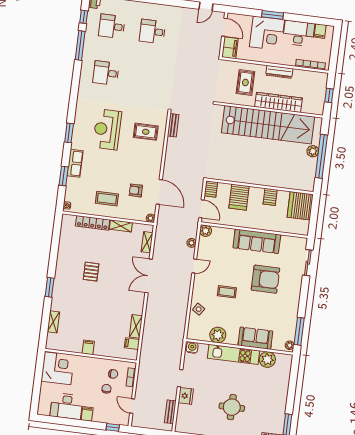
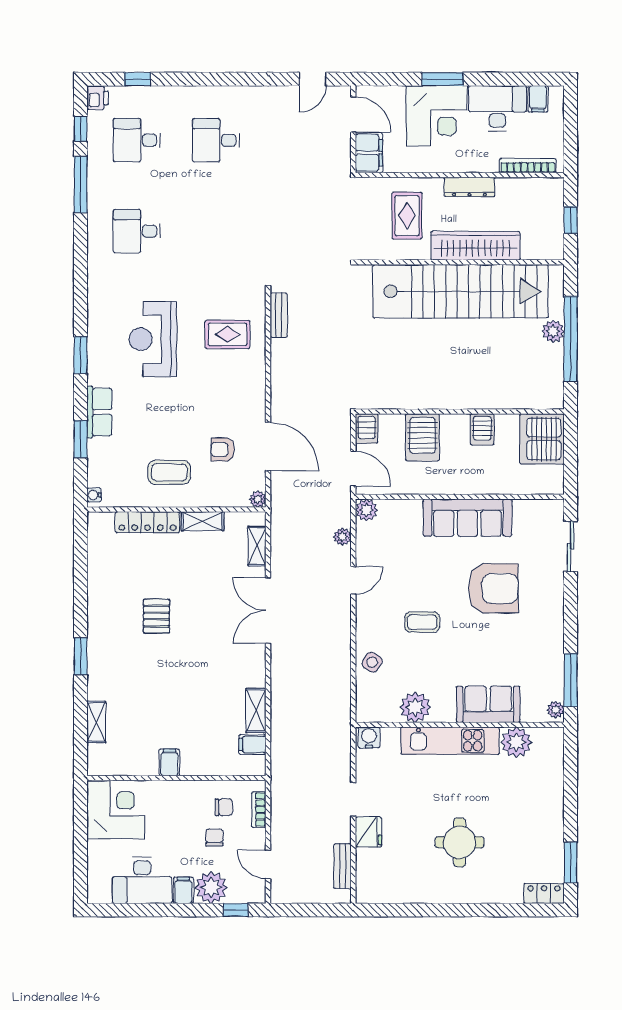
plant: (102, 414) -> (211, 887), added

